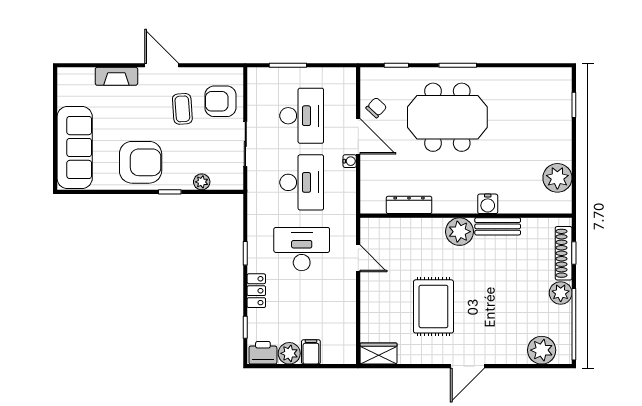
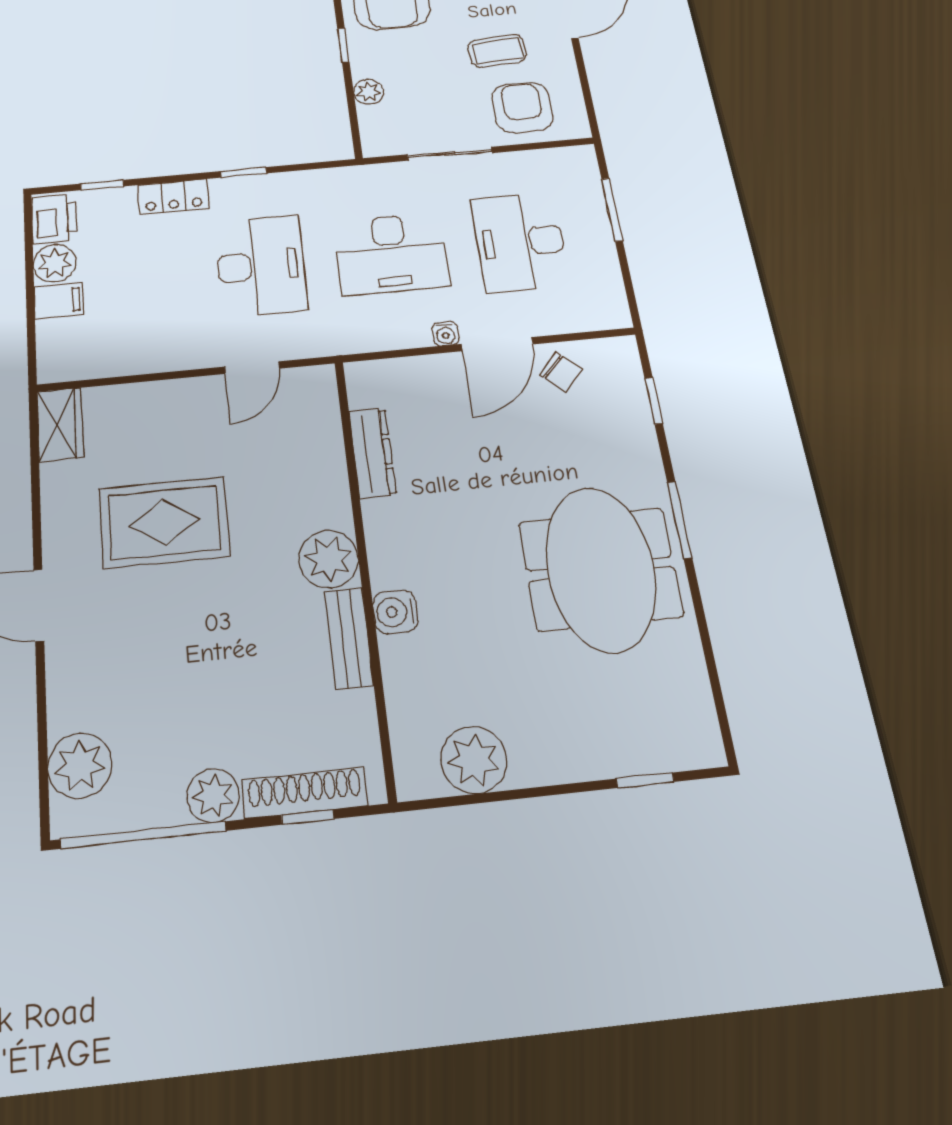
desk: (302, 116) -> (520, 242), turned 90
meeting table: (447, 117) -> (600, 569), moved

